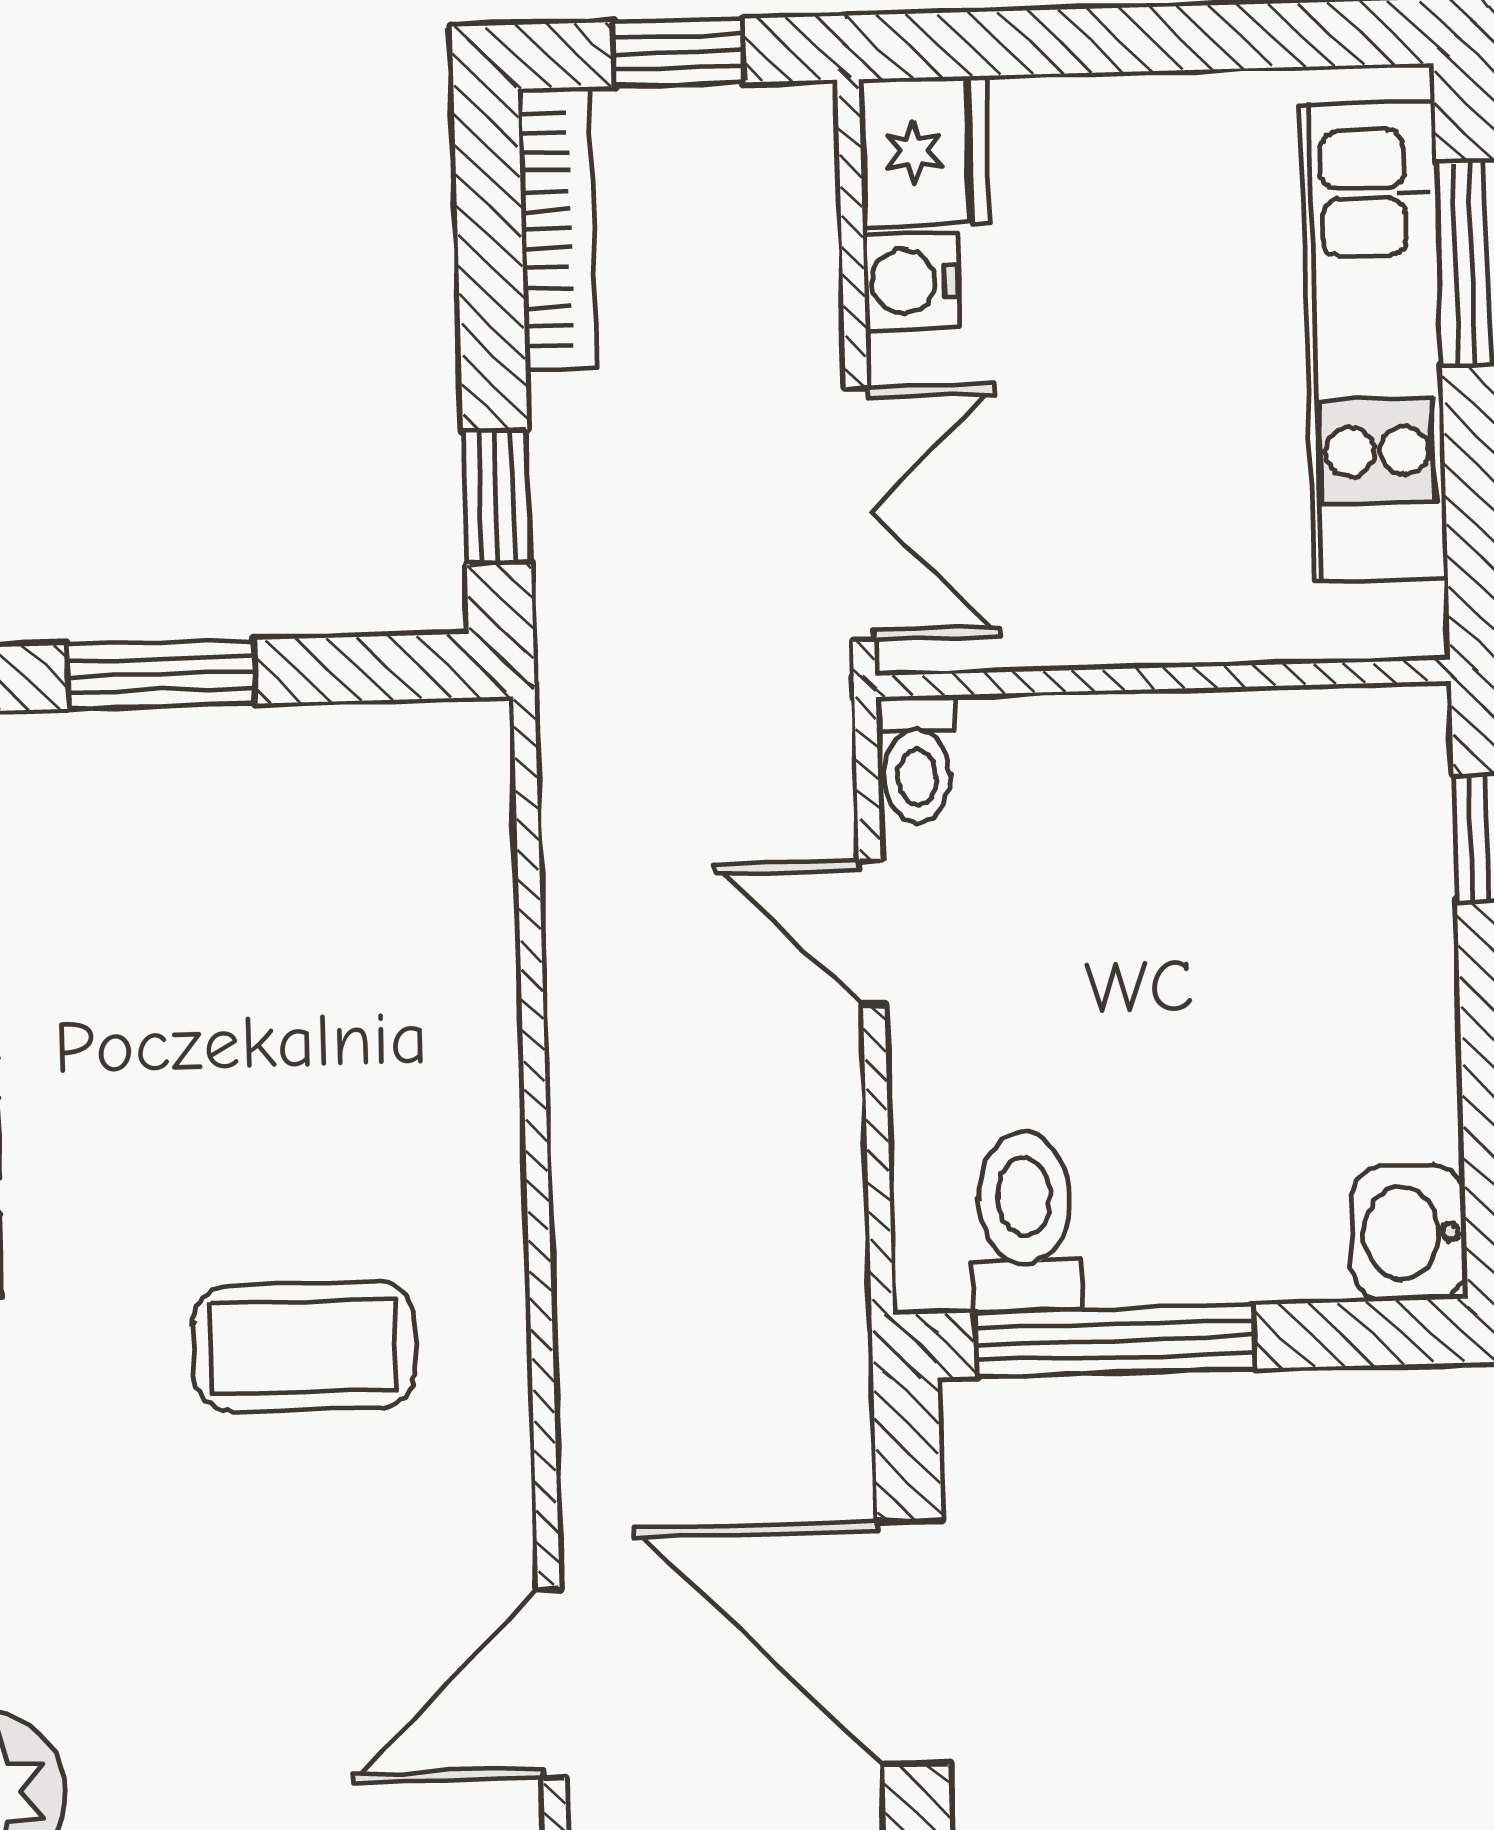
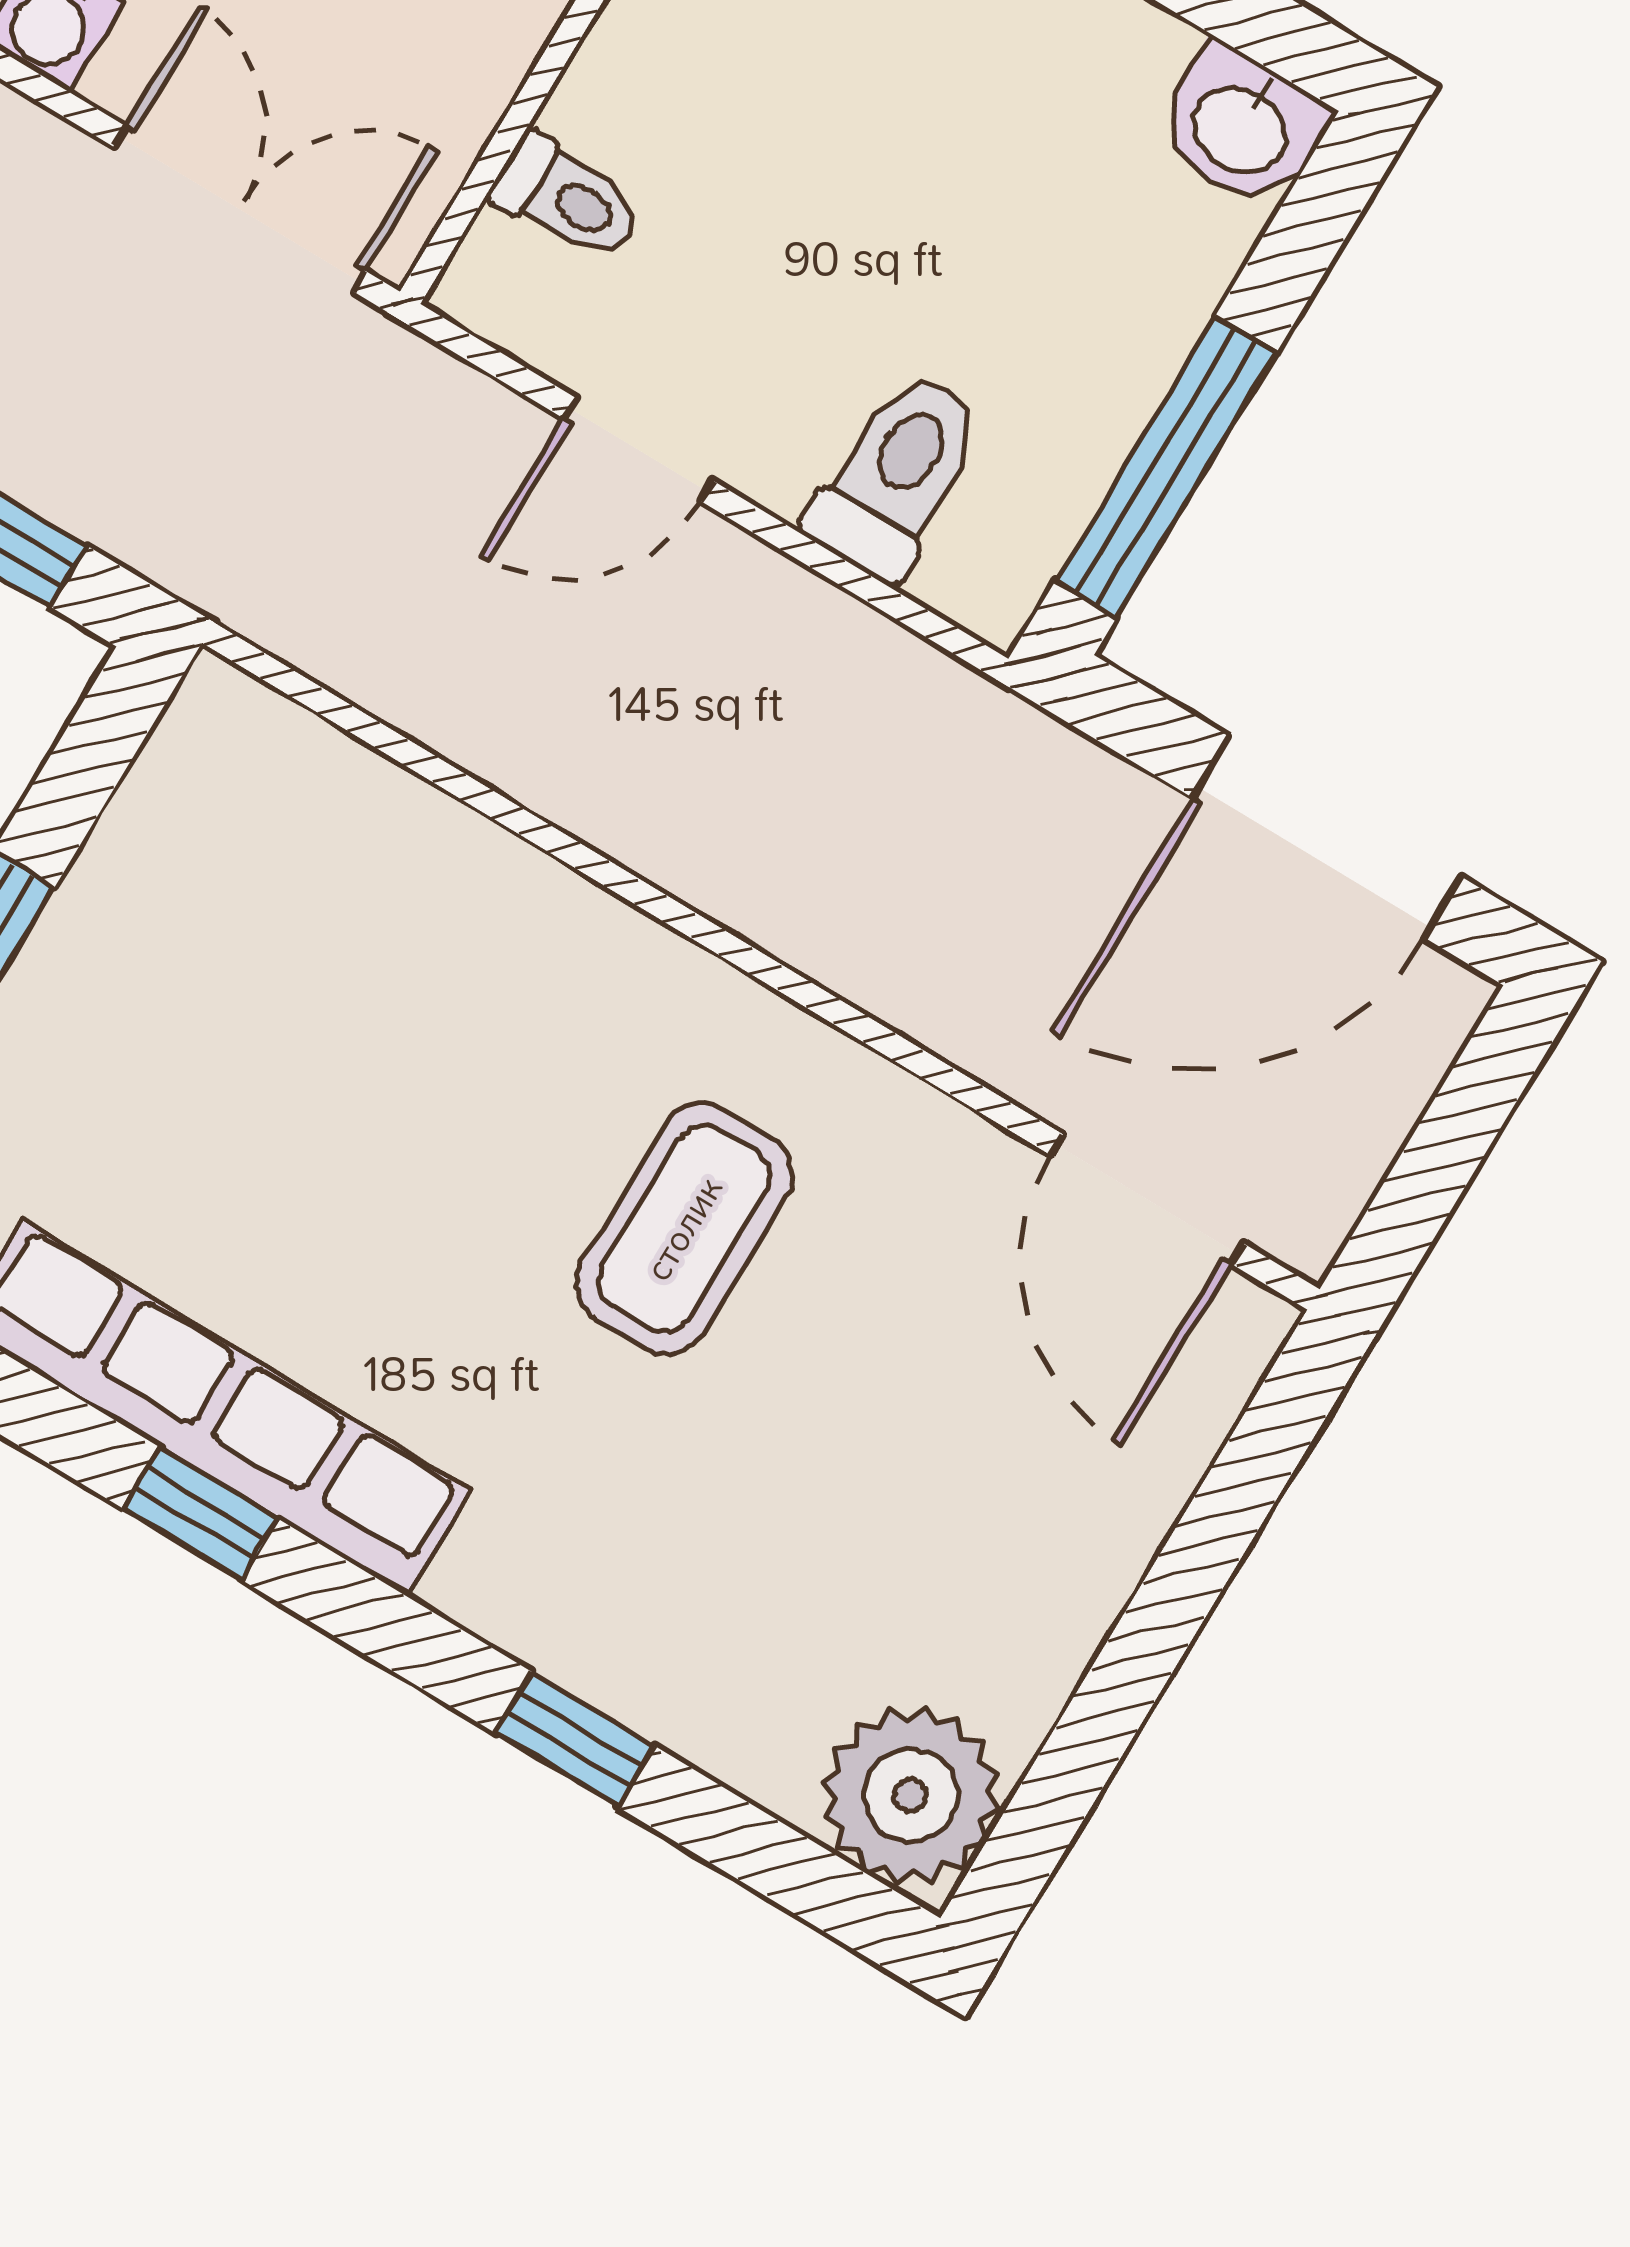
toilet: (917, 760) -> (567, 198), moved
toilet: (1025, 1222) -> (897, 475), moved, turned 90

